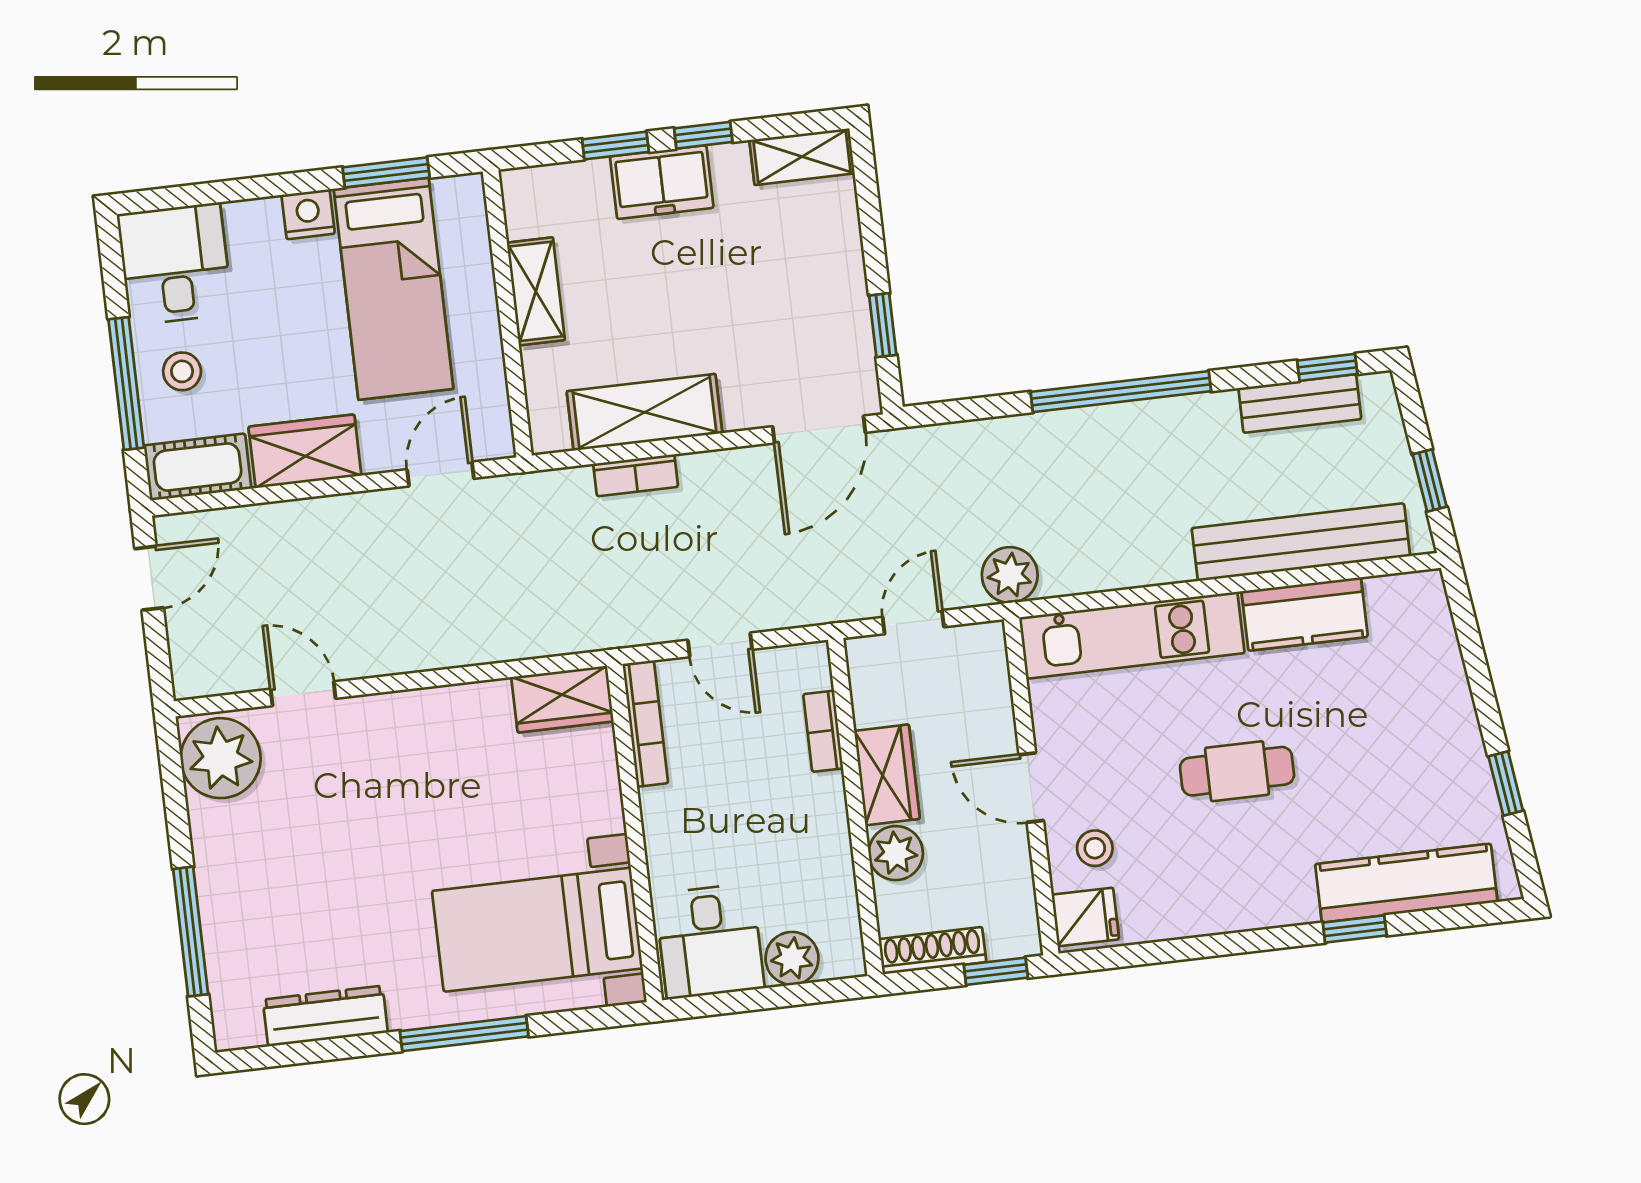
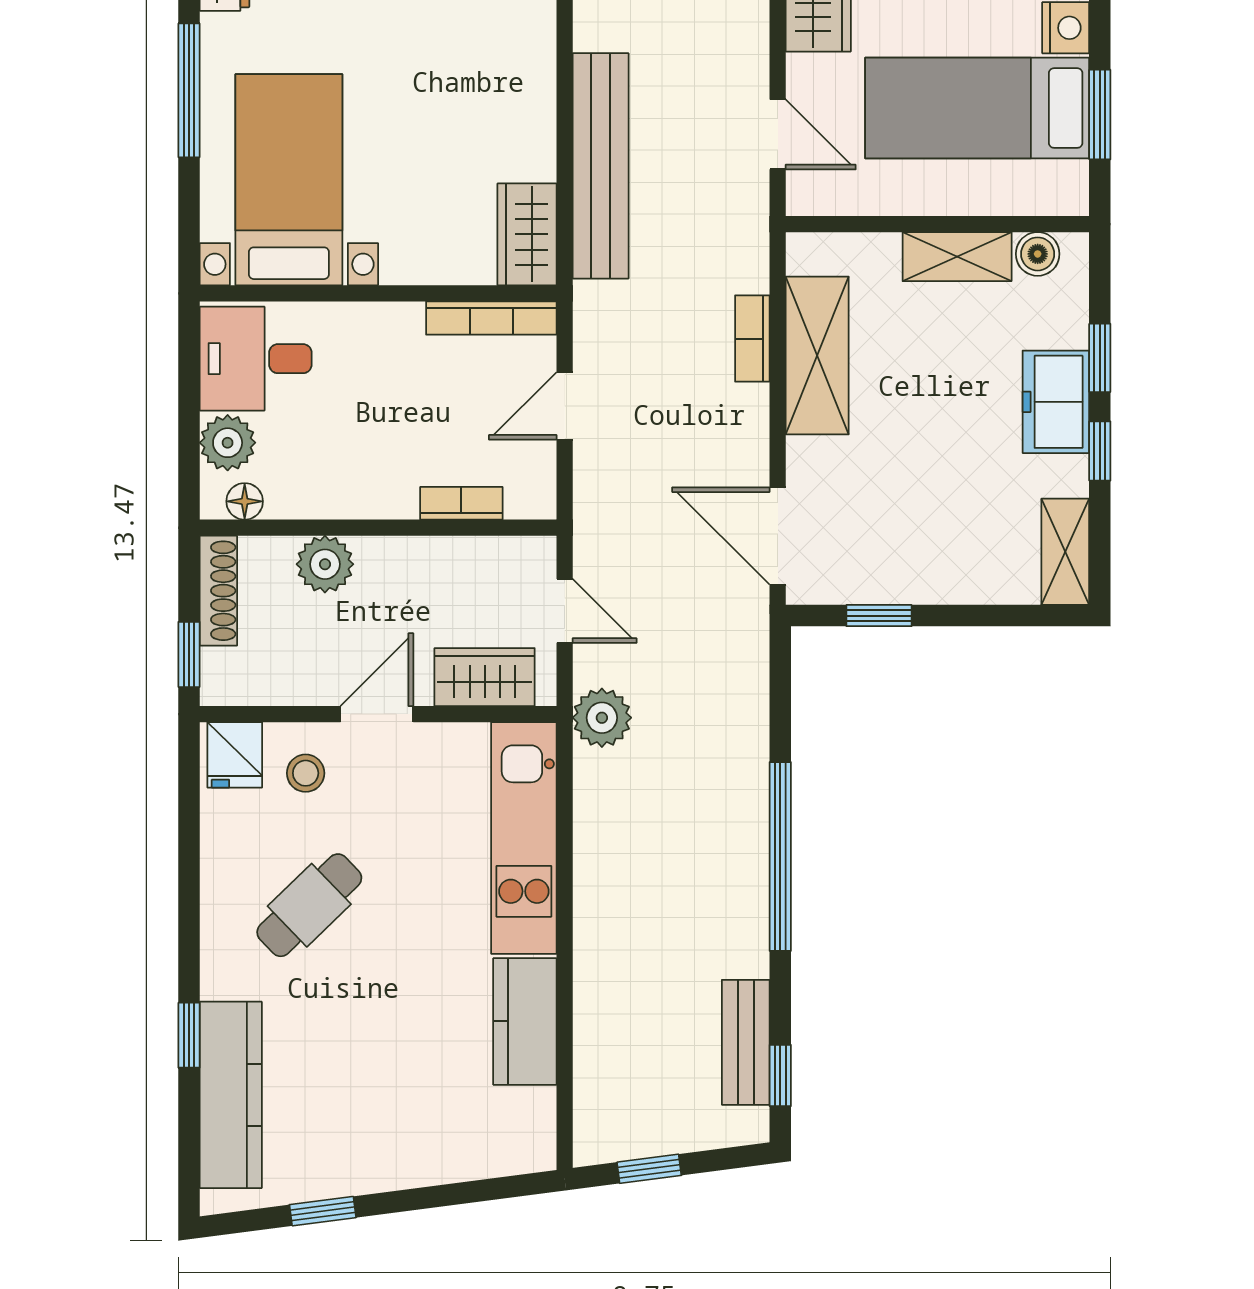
boiler: (524, 216) -> (1038, 254), added
bench: (1301, 542) -> (601, 166), moved
cafe table: (1237, 771) -> (309, 905), moved, turned 46
wardrobe: (887, 775) -> (485, 677), moved, turned 180
floor lamp: (845, 936) -> (245, 501), added

